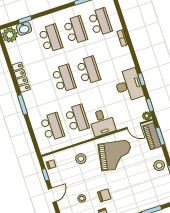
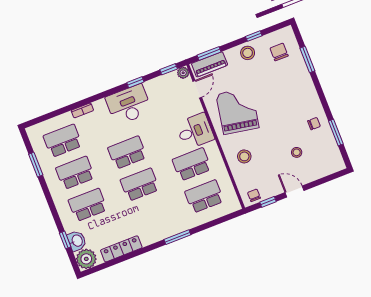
locker: (21, 77) -> (121, 249), moved
desk: (129, 85) -> (129, 105), moved
chair: (104, 195) -> (279, 52), moved

